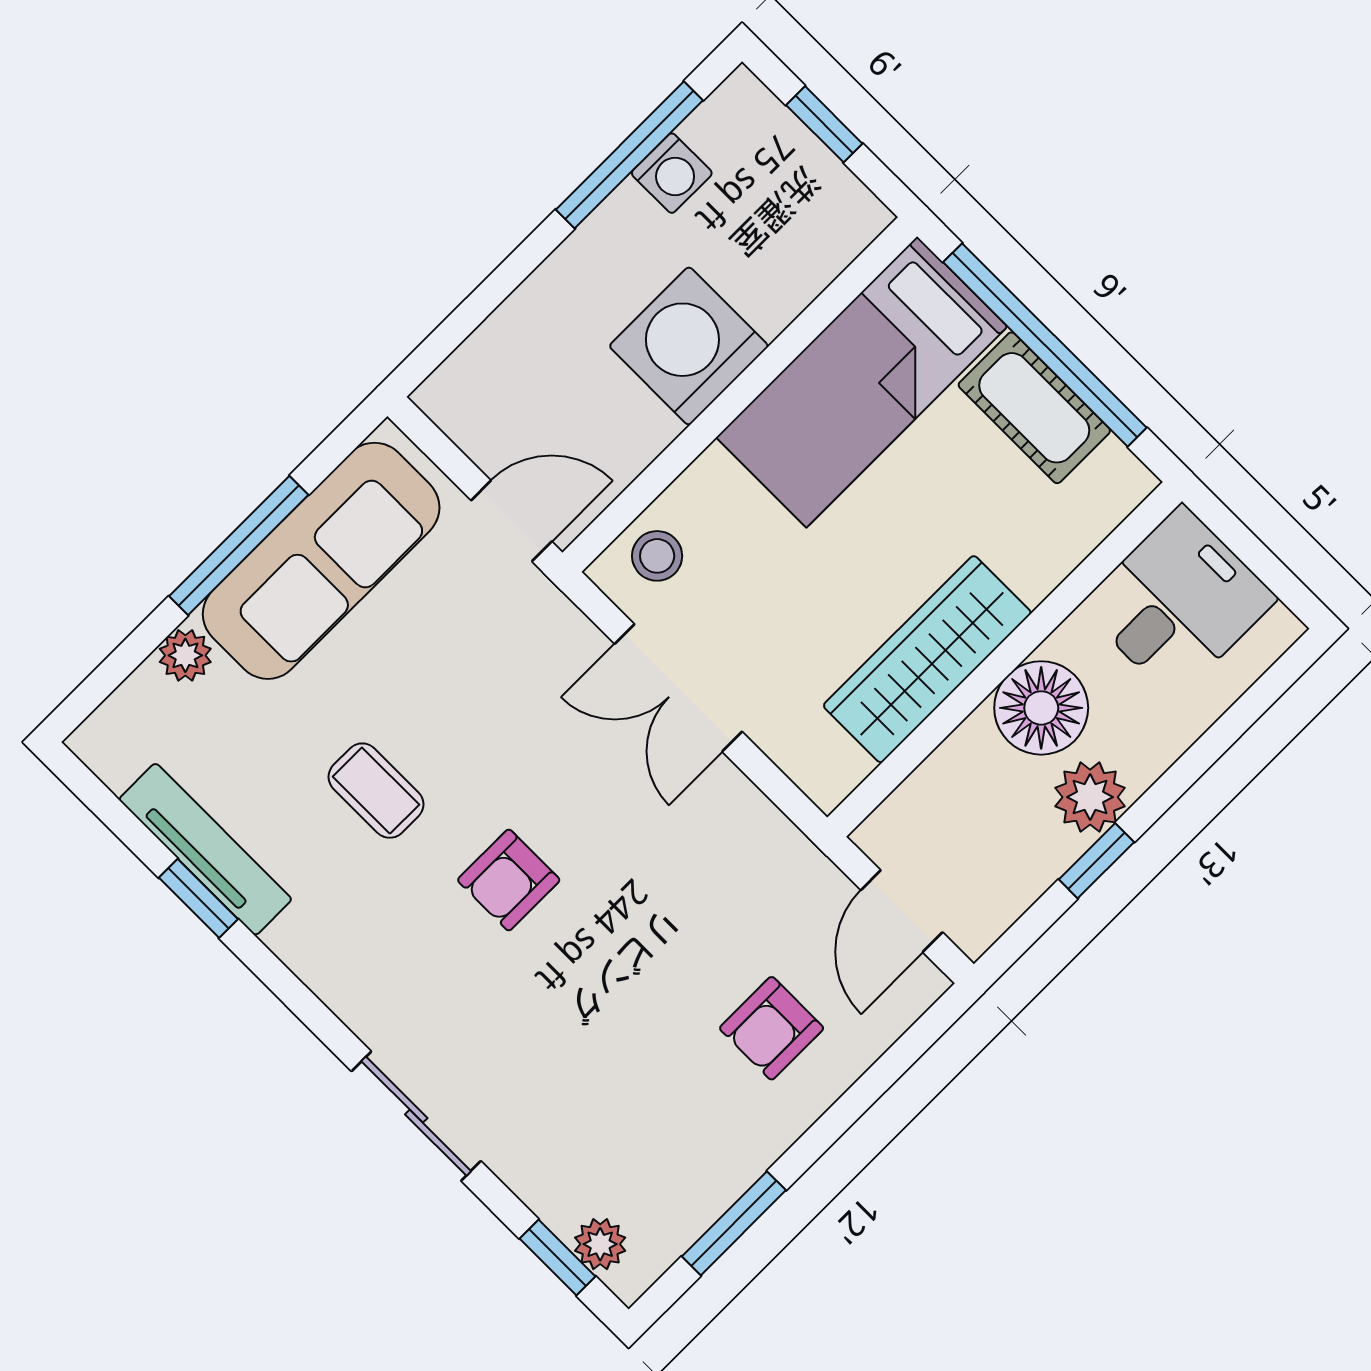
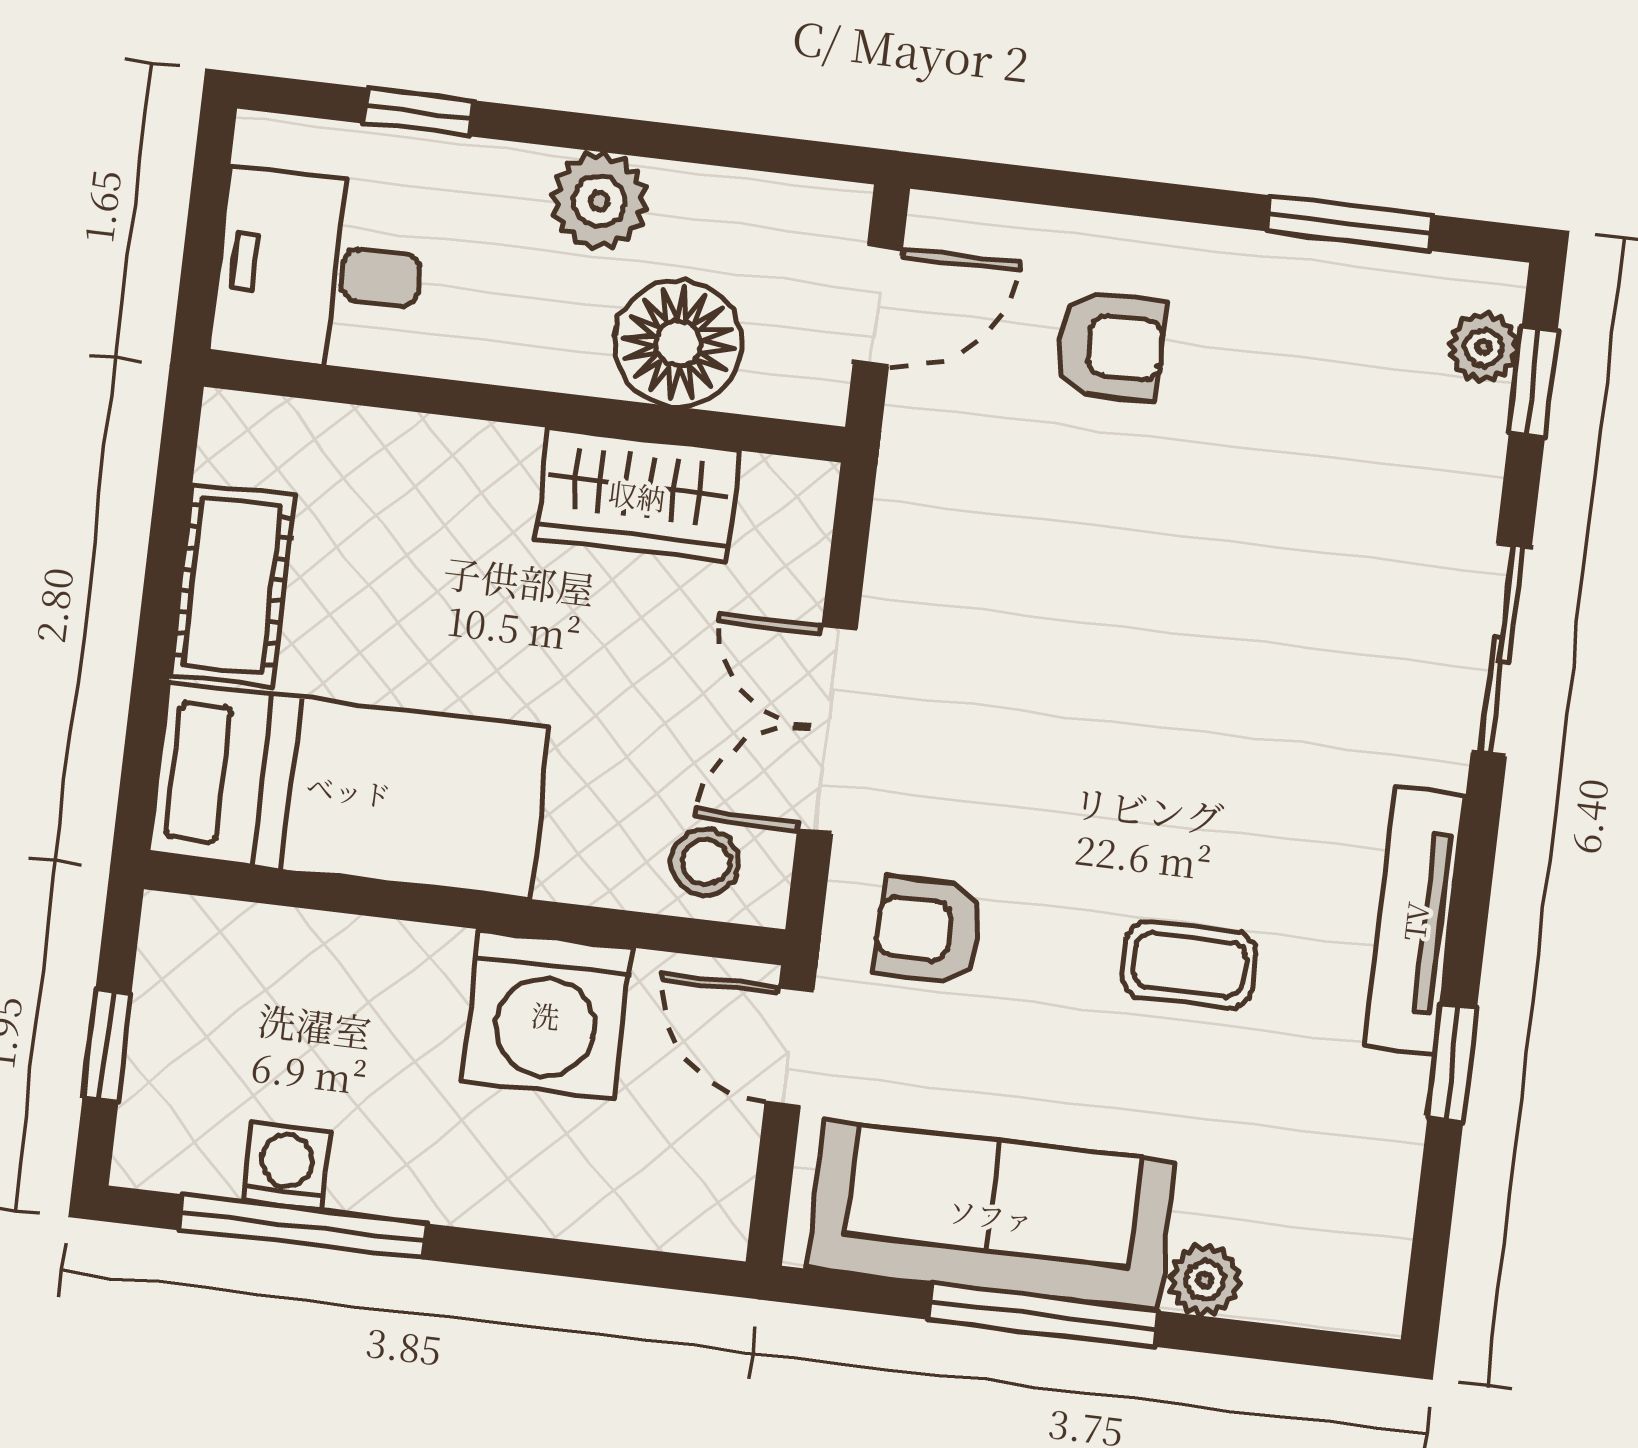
window: (1045, 345) -> (157, 627), removed
washing machine: (689, 346) -> (546, 1015), moved
wardrobe: (927, 659) -> (637, 495), width x0.67
double door: (678, 688) -> (827, 730), swing flipped
floor lamp: (1041, 708) -> (678, 343), moved
coffee table: (376, 791) -> (1189, 965), turned 90
tv unit: (205, 849) -> (1415, 921), moved
window: (1096, 861) -> (419, 112), moved
armchair: (509, 880) -> (928, 930), moved, turned 180

